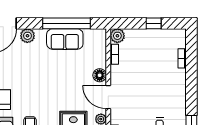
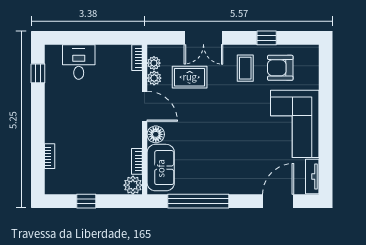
plant: (27, 36) -> (249, 185), removed
sofa: (65, 39) -> (161, 168), moved, turned 90

